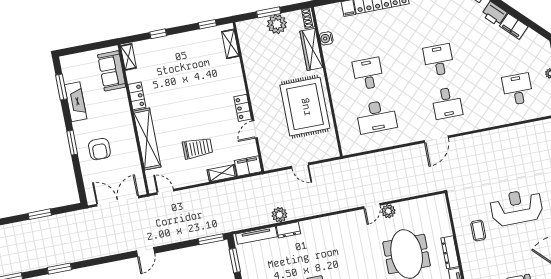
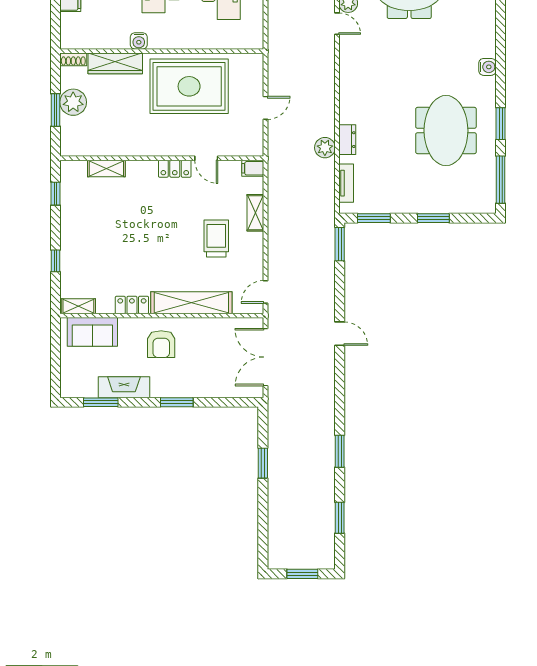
water cooler: (326, 38) -> (139, 41), moved
shelving: (230, 44) -> (106, 169), moved
armchair: (99, 149) -> (161, 344), moved, turned 90
filing cabinet: (248, 166) -> (253, 168), width x0.50
tv unit: (256, 235) -> (346, 183), width x0.71

